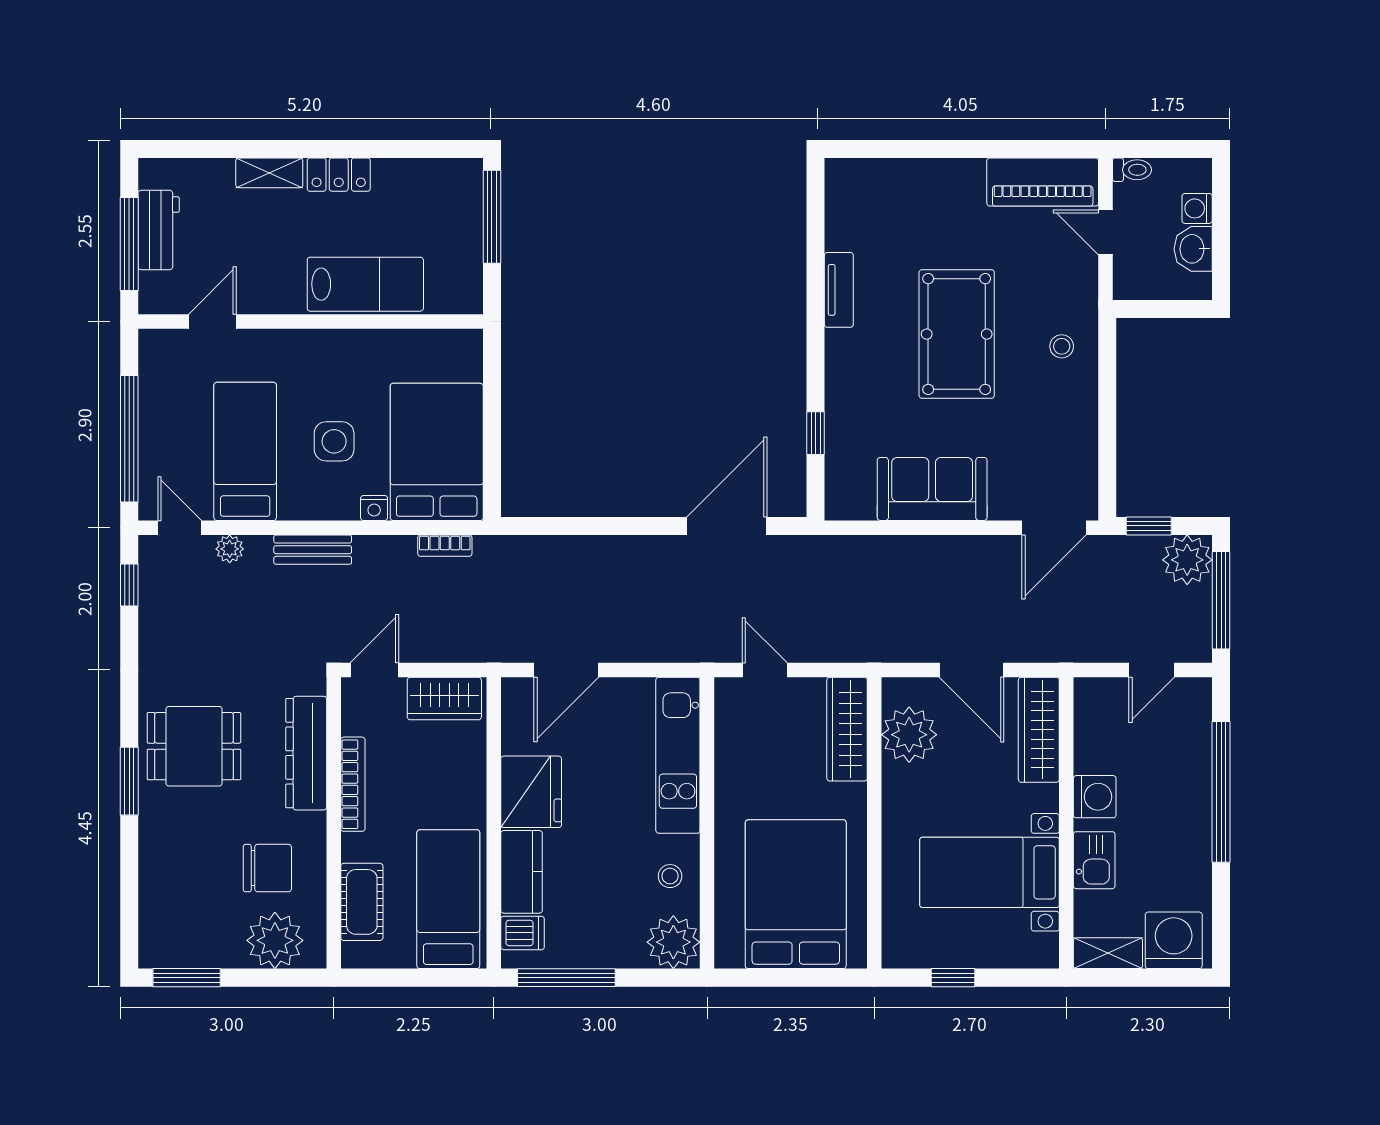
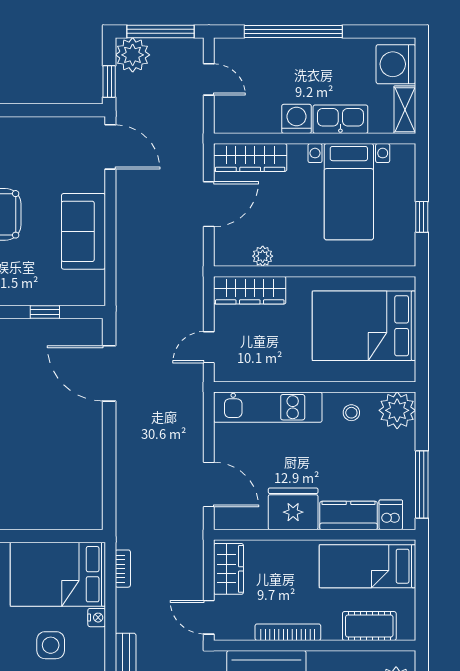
plant: (909, 735) -> (263, 256), width x0.53, depth x0.53
kitchen sink: (1094, 860) -> (340, 119), width x1.38

